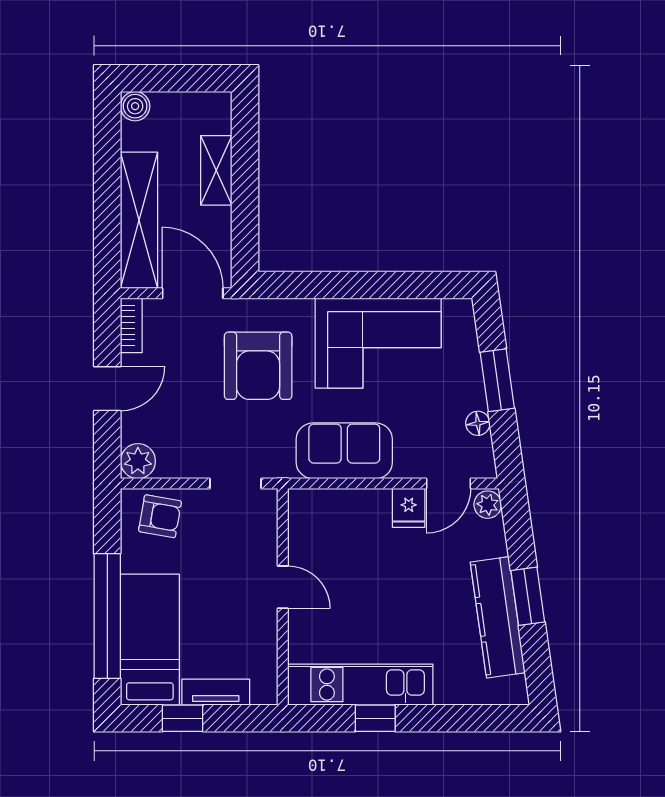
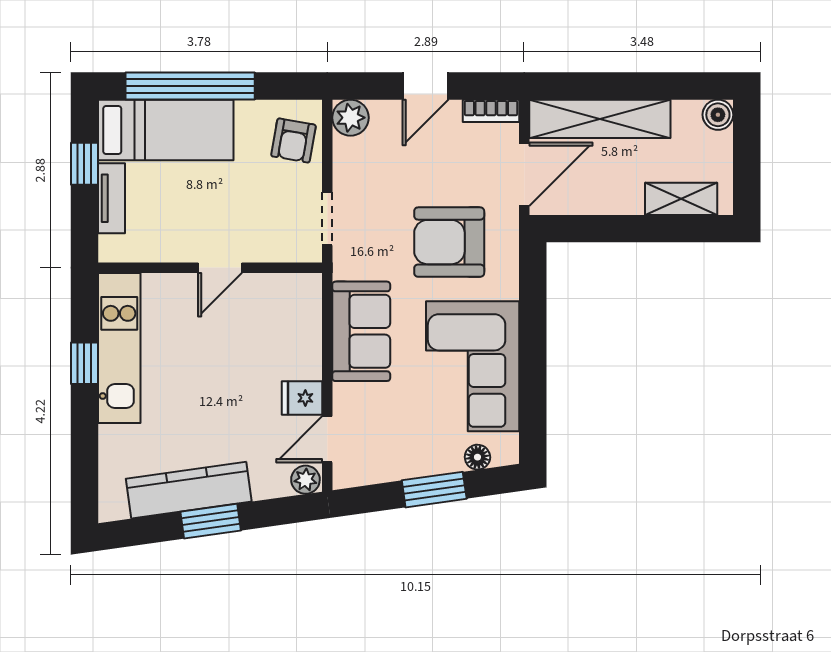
shelving: (216, 170) -> (681, 199), moved
door: (107, 389) -> (426, 86), hinge flipped
floor lamp: (478, 423) -> (477, 457), moved
door: (449, 484) -> (327, 439), hinge flipped

